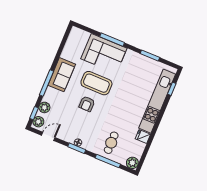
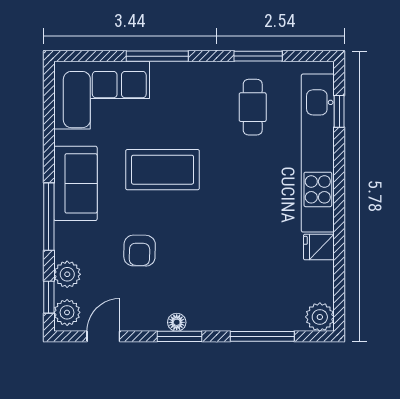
corner sofa: (104, 53) -> (102, 95), moved
armchair: (87, 104) -> (140, 251), moved
cafe table: (111, 143) -> (253, 107), moved

